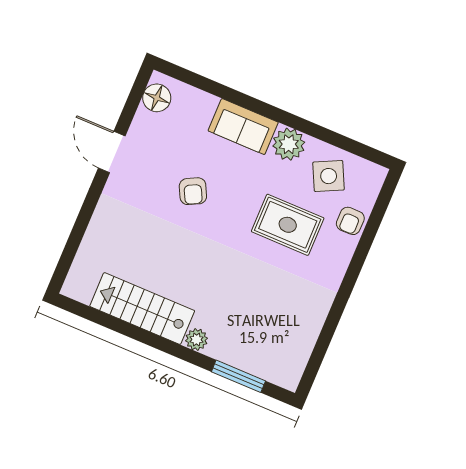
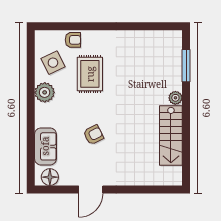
sofa: (243, 127) -> (45, 146), moved

